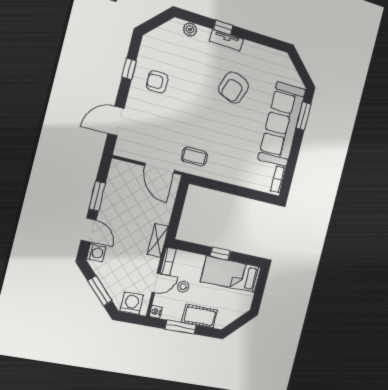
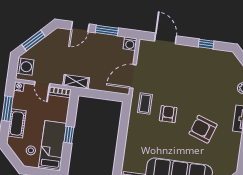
armchair: (157, 82) -> (168, 114), moved
washing machine: (96, 253) -> (130, 44), moved
stool: (183, 287) -> (31, 150), moved

